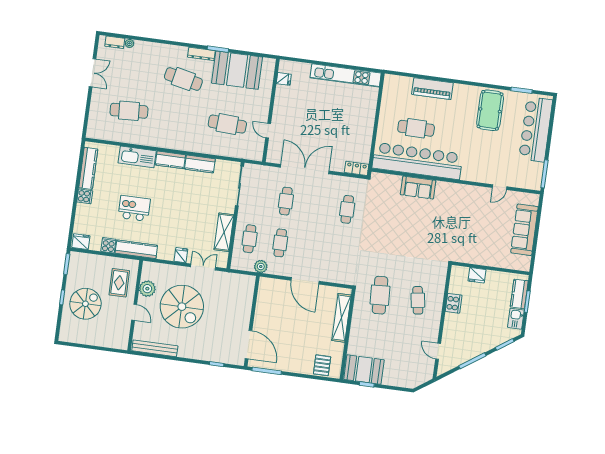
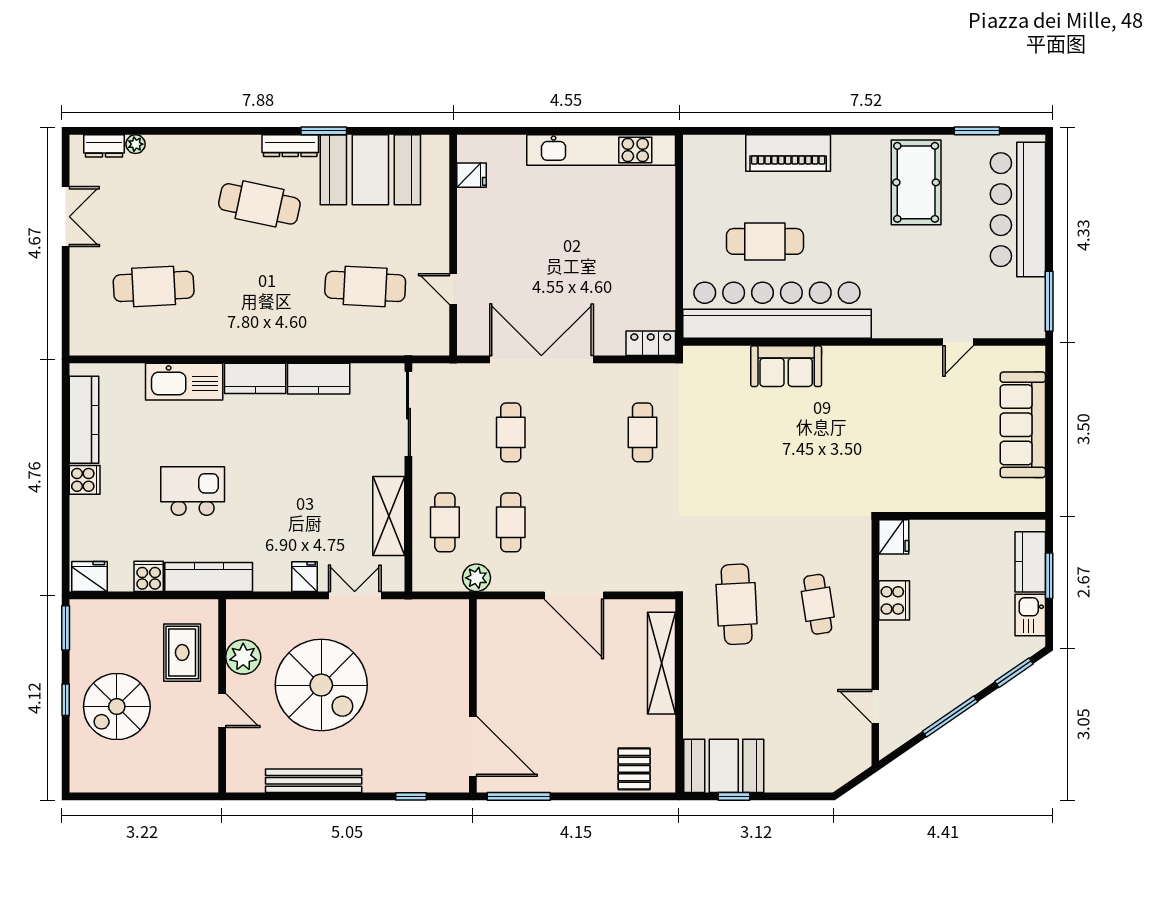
fridge: (477, 275) -> (894, 537), moved, turned -90
spiral stairs: (85, 304) -> (117, 706), turned 180
bench: (155, 348) -> (314, 781), moved

